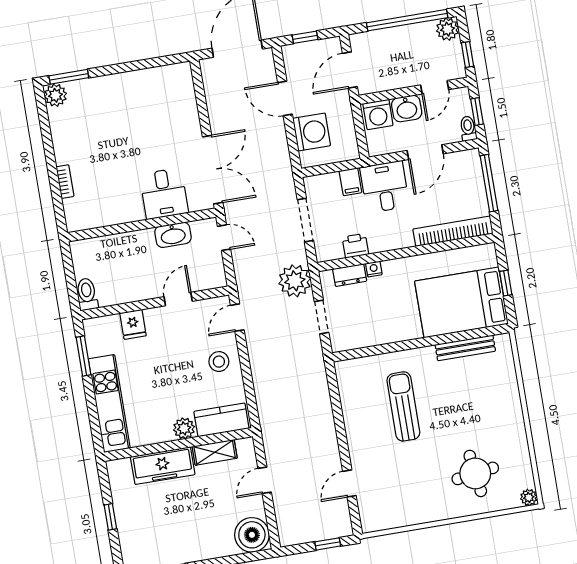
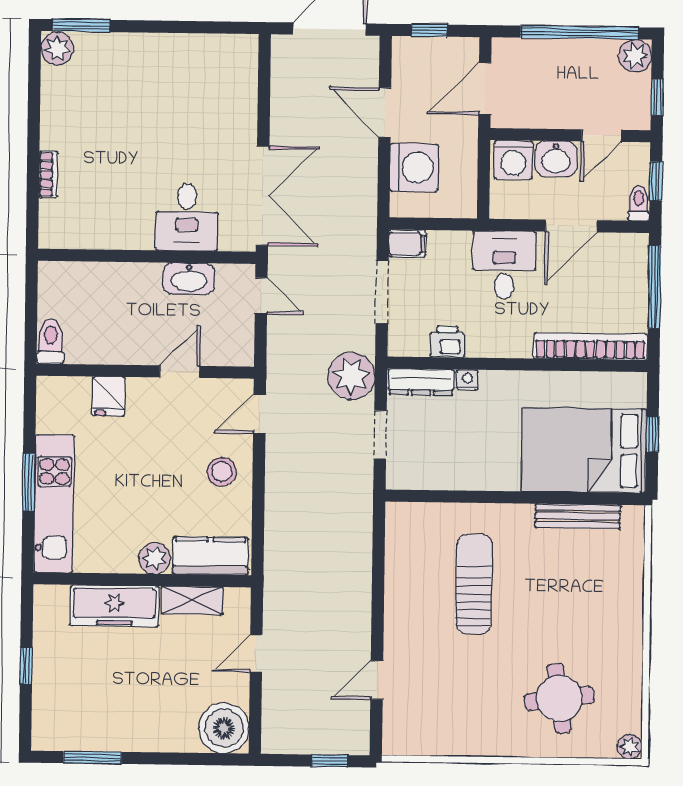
filing cabinet: (350, 182) -> (407, 243), moved, turned -90
dresser: (350, 275) -> (421, 382), width x1.44
window: (83, 356) -> (29, 482), moved

